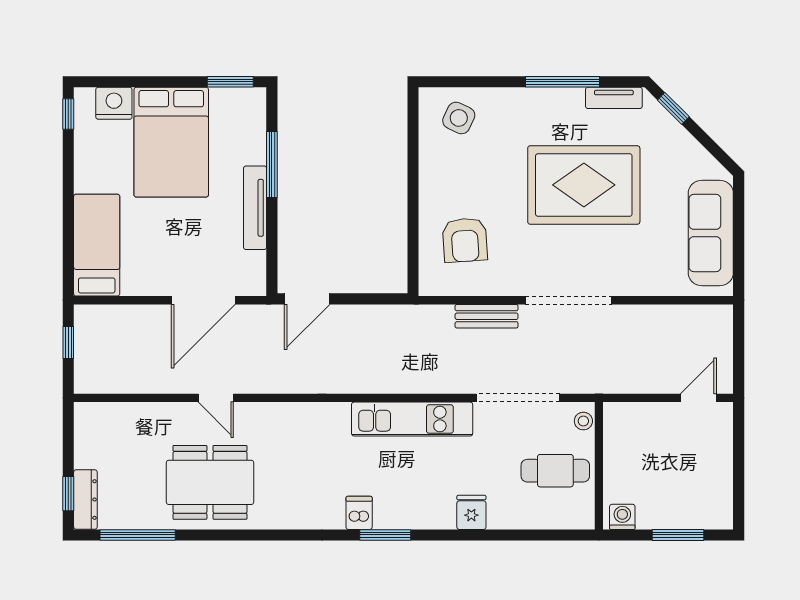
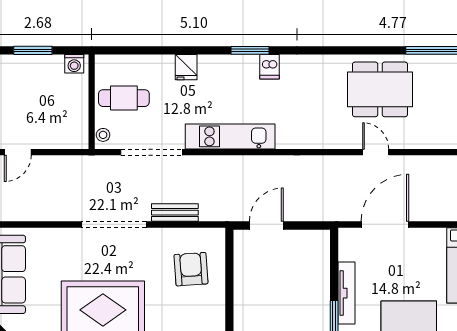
door: (307, 299) -> (266, 225), moved

